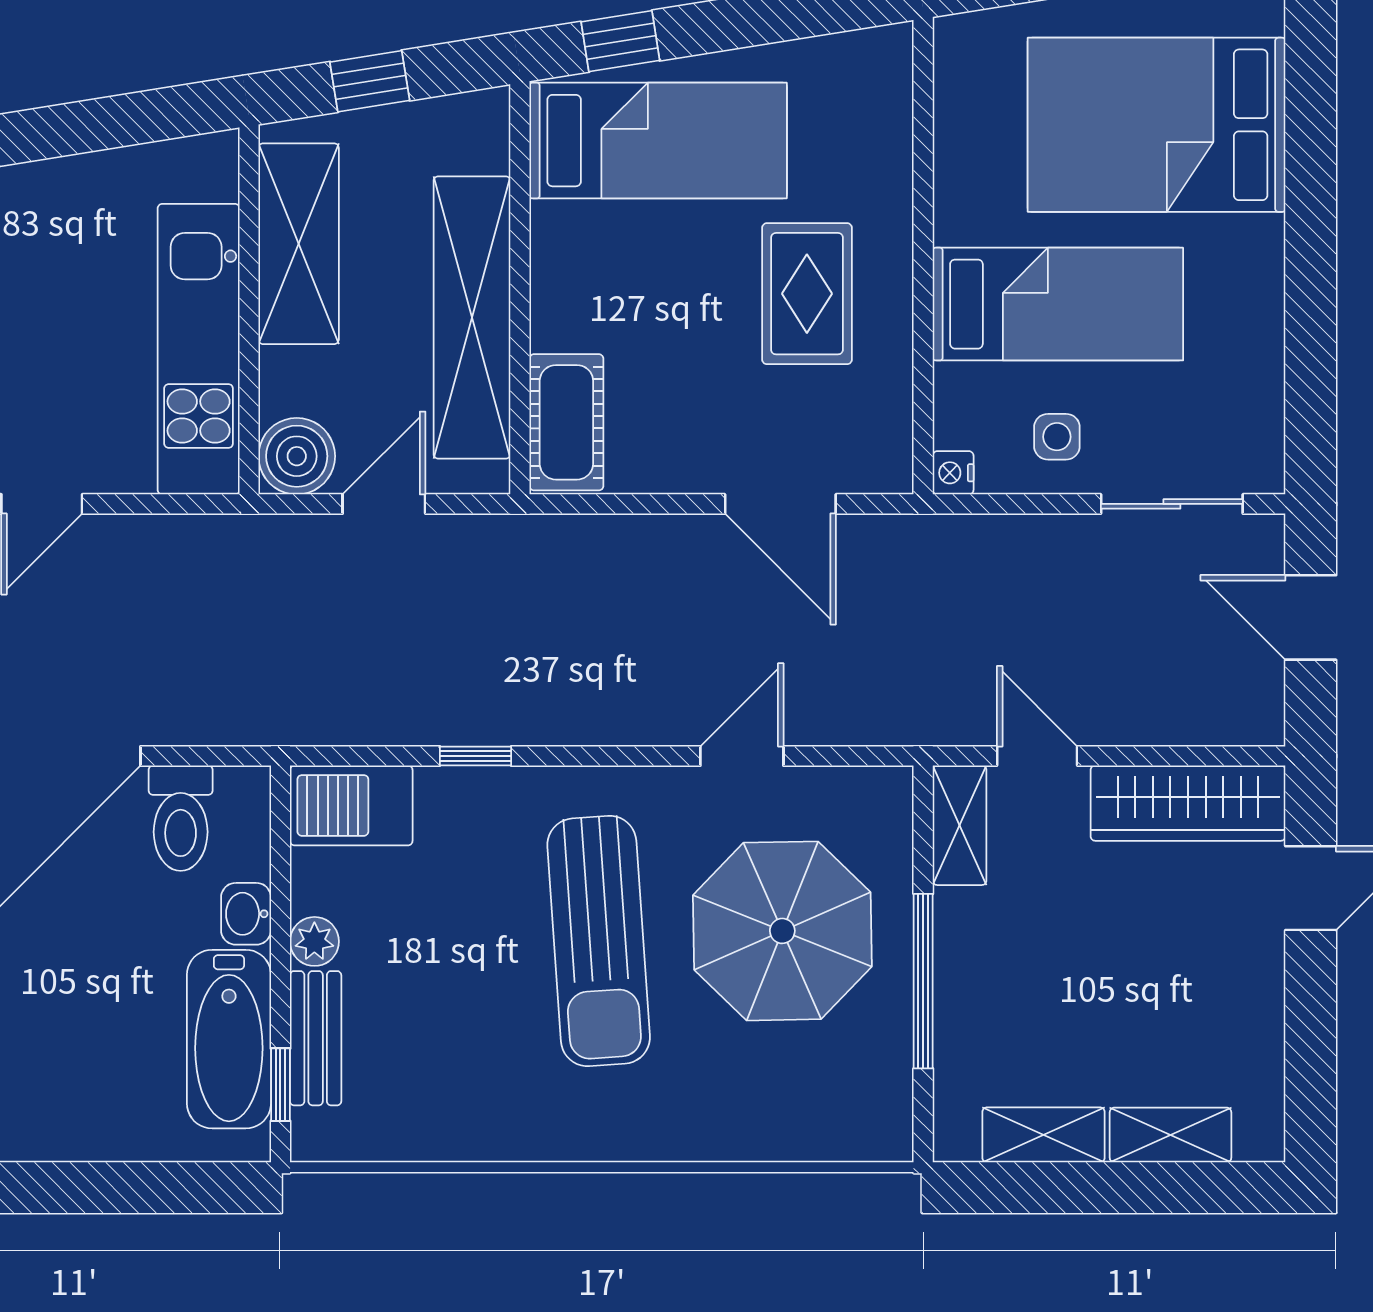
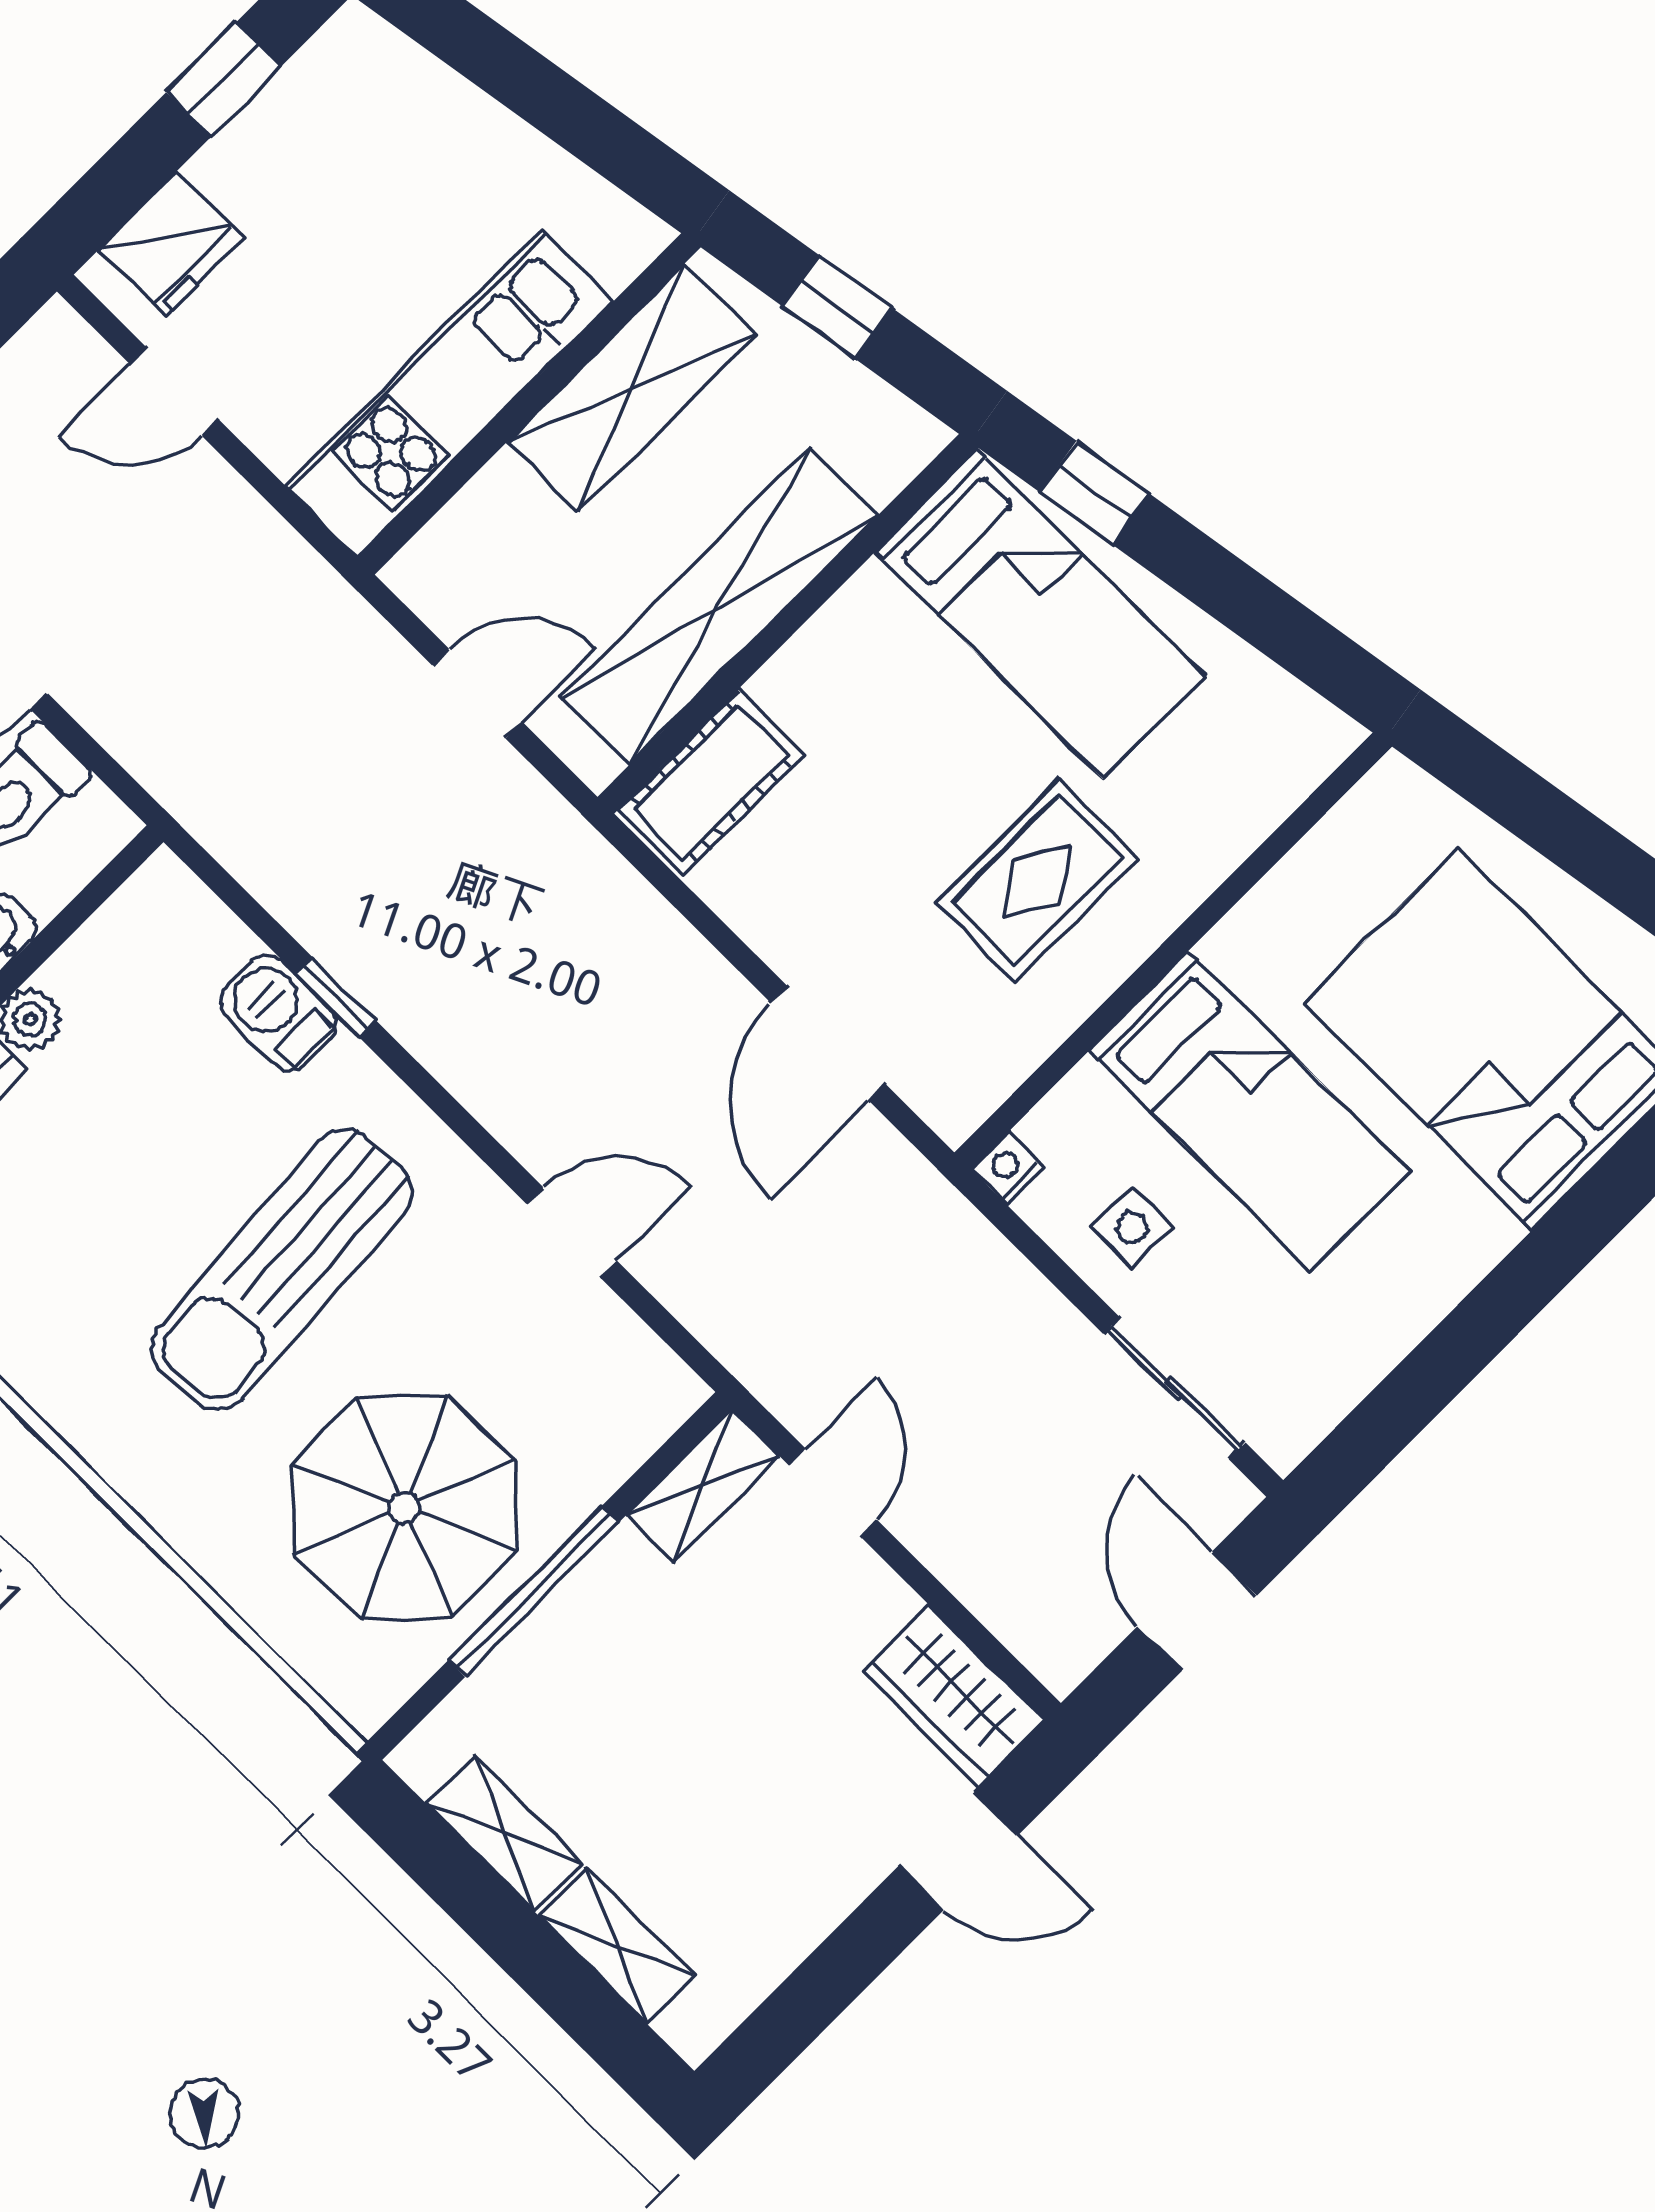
boiler: (297, 456) -> (442, 575), removed
wardrobe: (1188, 803) -> (954, 1696), width x0.67
barbecue: (351, 805) -> (279, 1012), moved, width x0.73, depth x0.79
parasol: (782, 931) -> (404, 1507), moved

